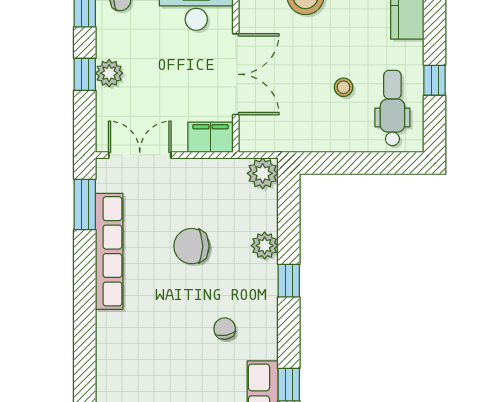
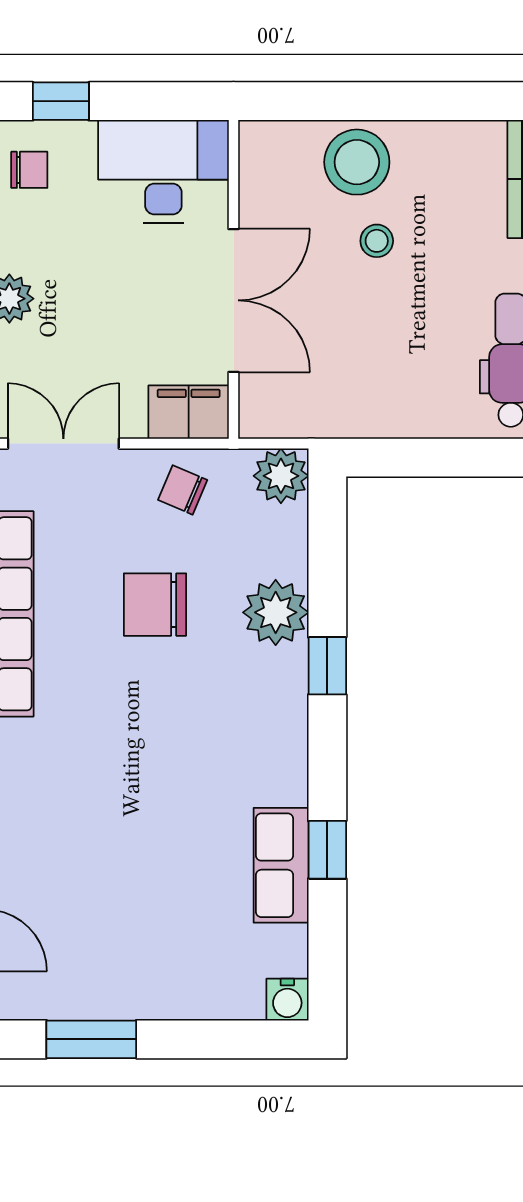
stool: (344, 87) -> (377, 241), moved
plant: (265, 246) -> (276, 612), width x1.36, depth x1.36
chair: (225, 329) -> (183, 490), moved, turned -57

